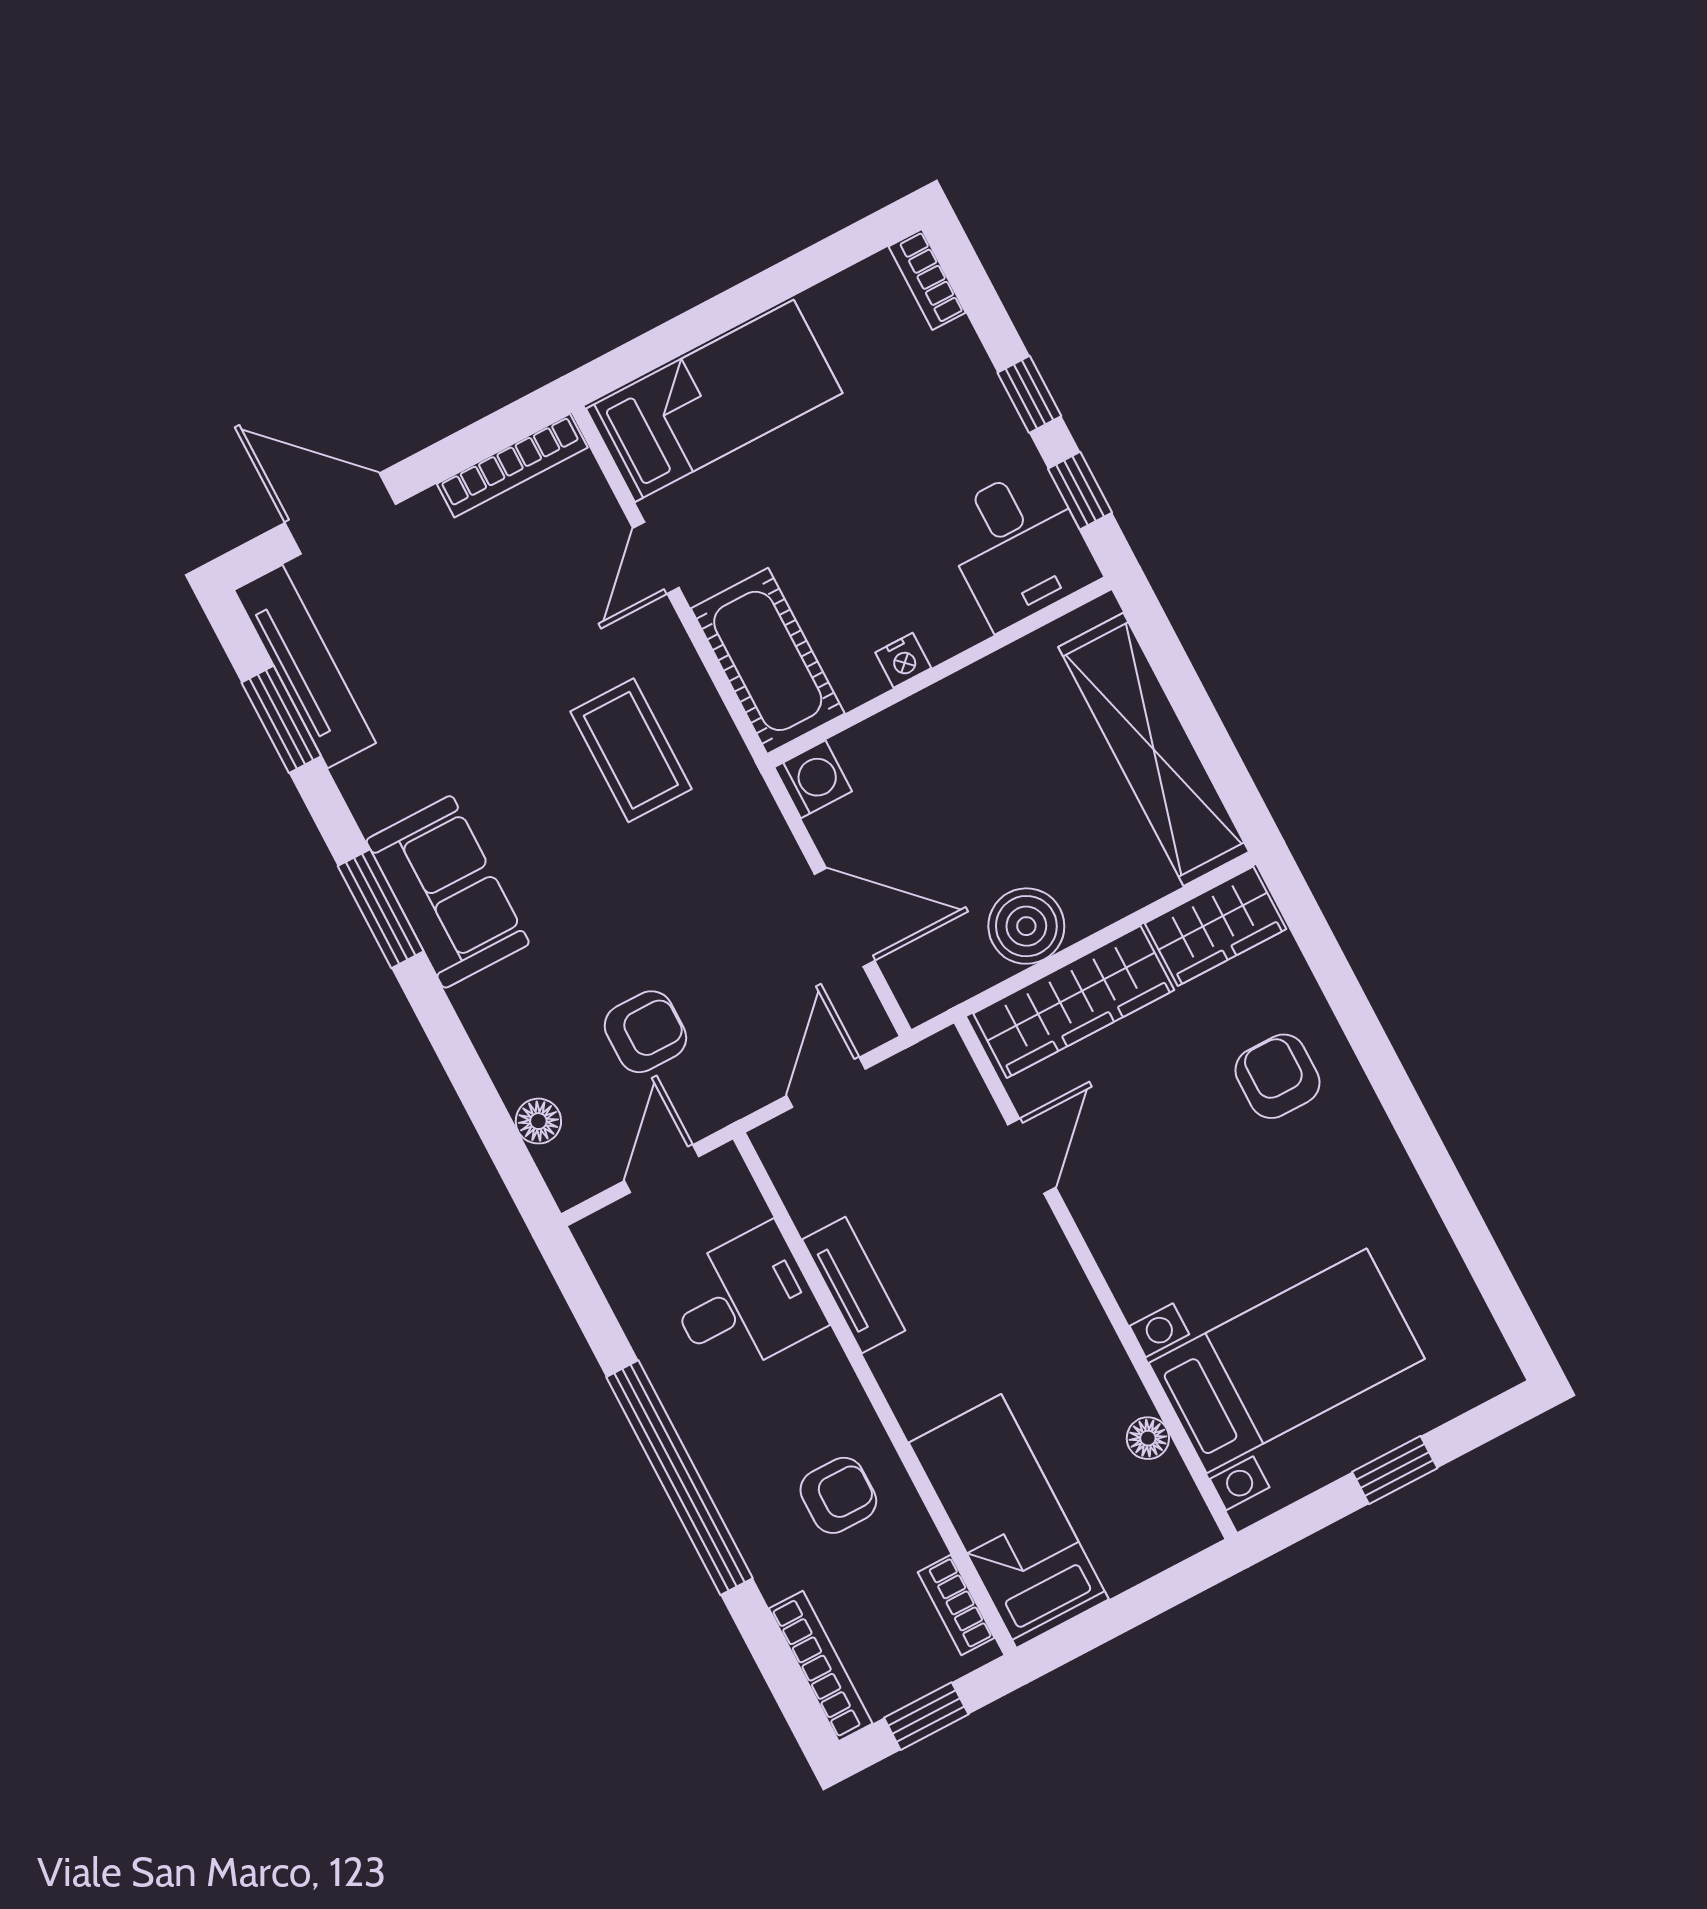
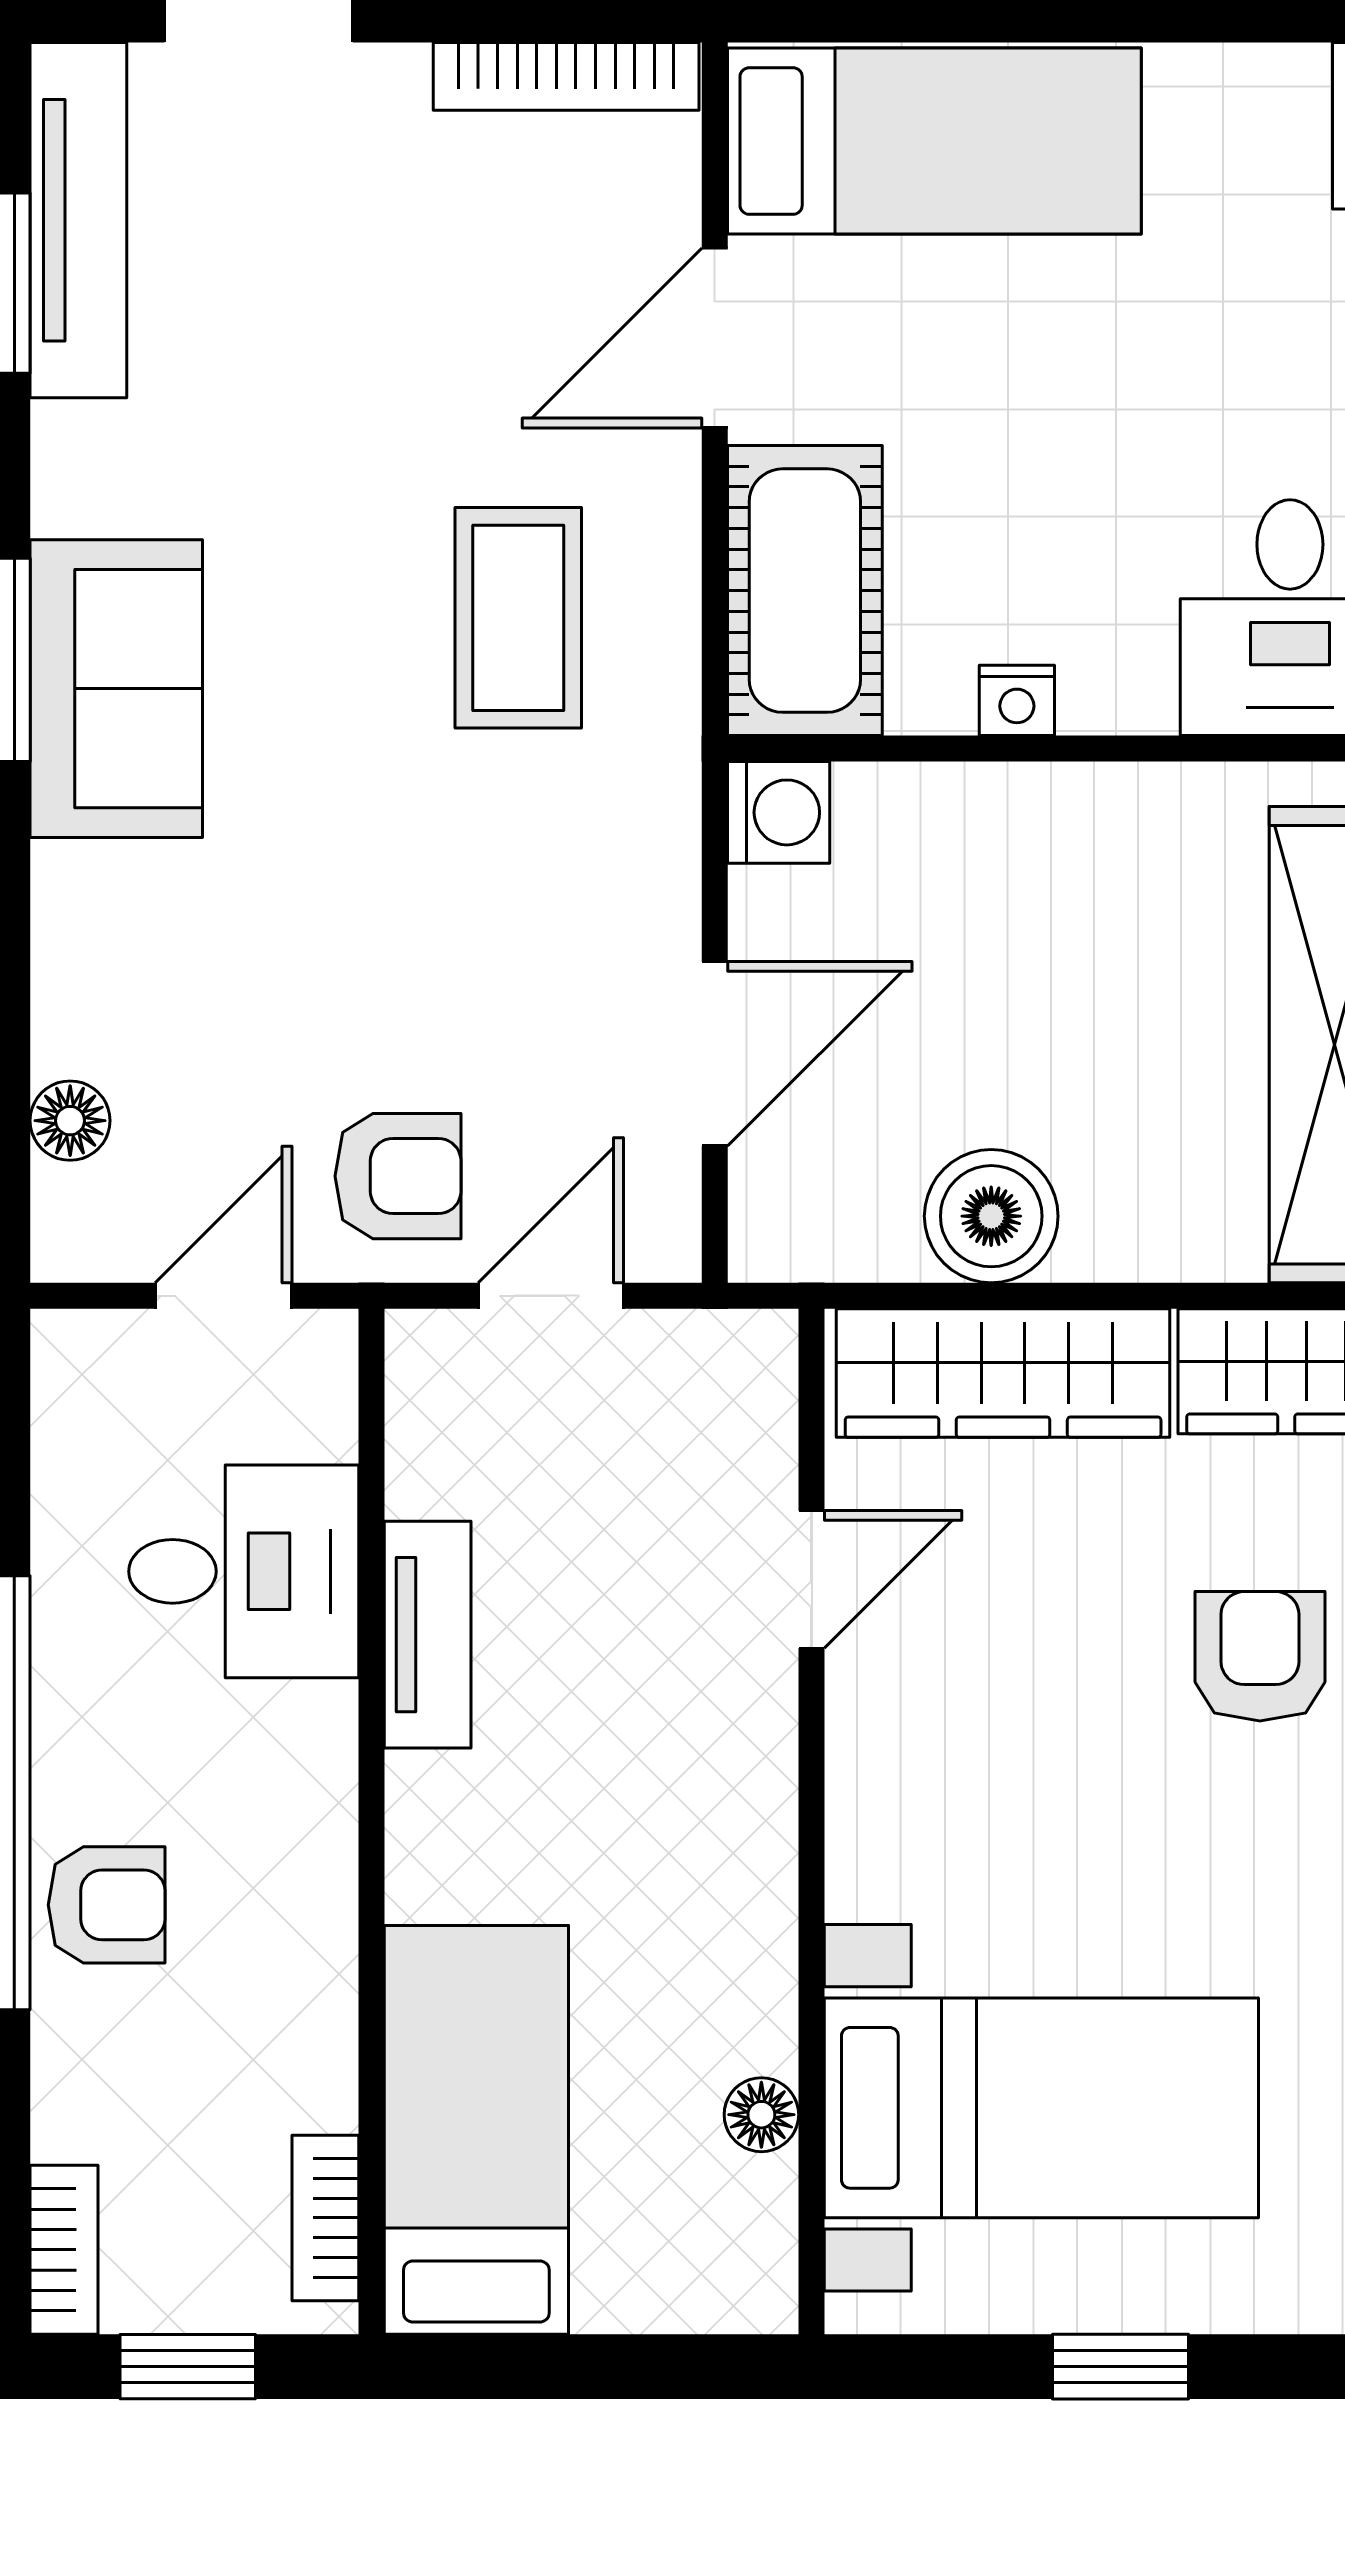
door: (656, 558) -> (715, 338), width x1.38
door: (845, 917) -> (715, 1054), hinge flipped
armchair: (645, 1032) -> (398, 1176), moved
armchair: (838, 1495) -> (107, 1905), moved
bookcase: (821, 1666) -> (64, 2250), width x0.64

